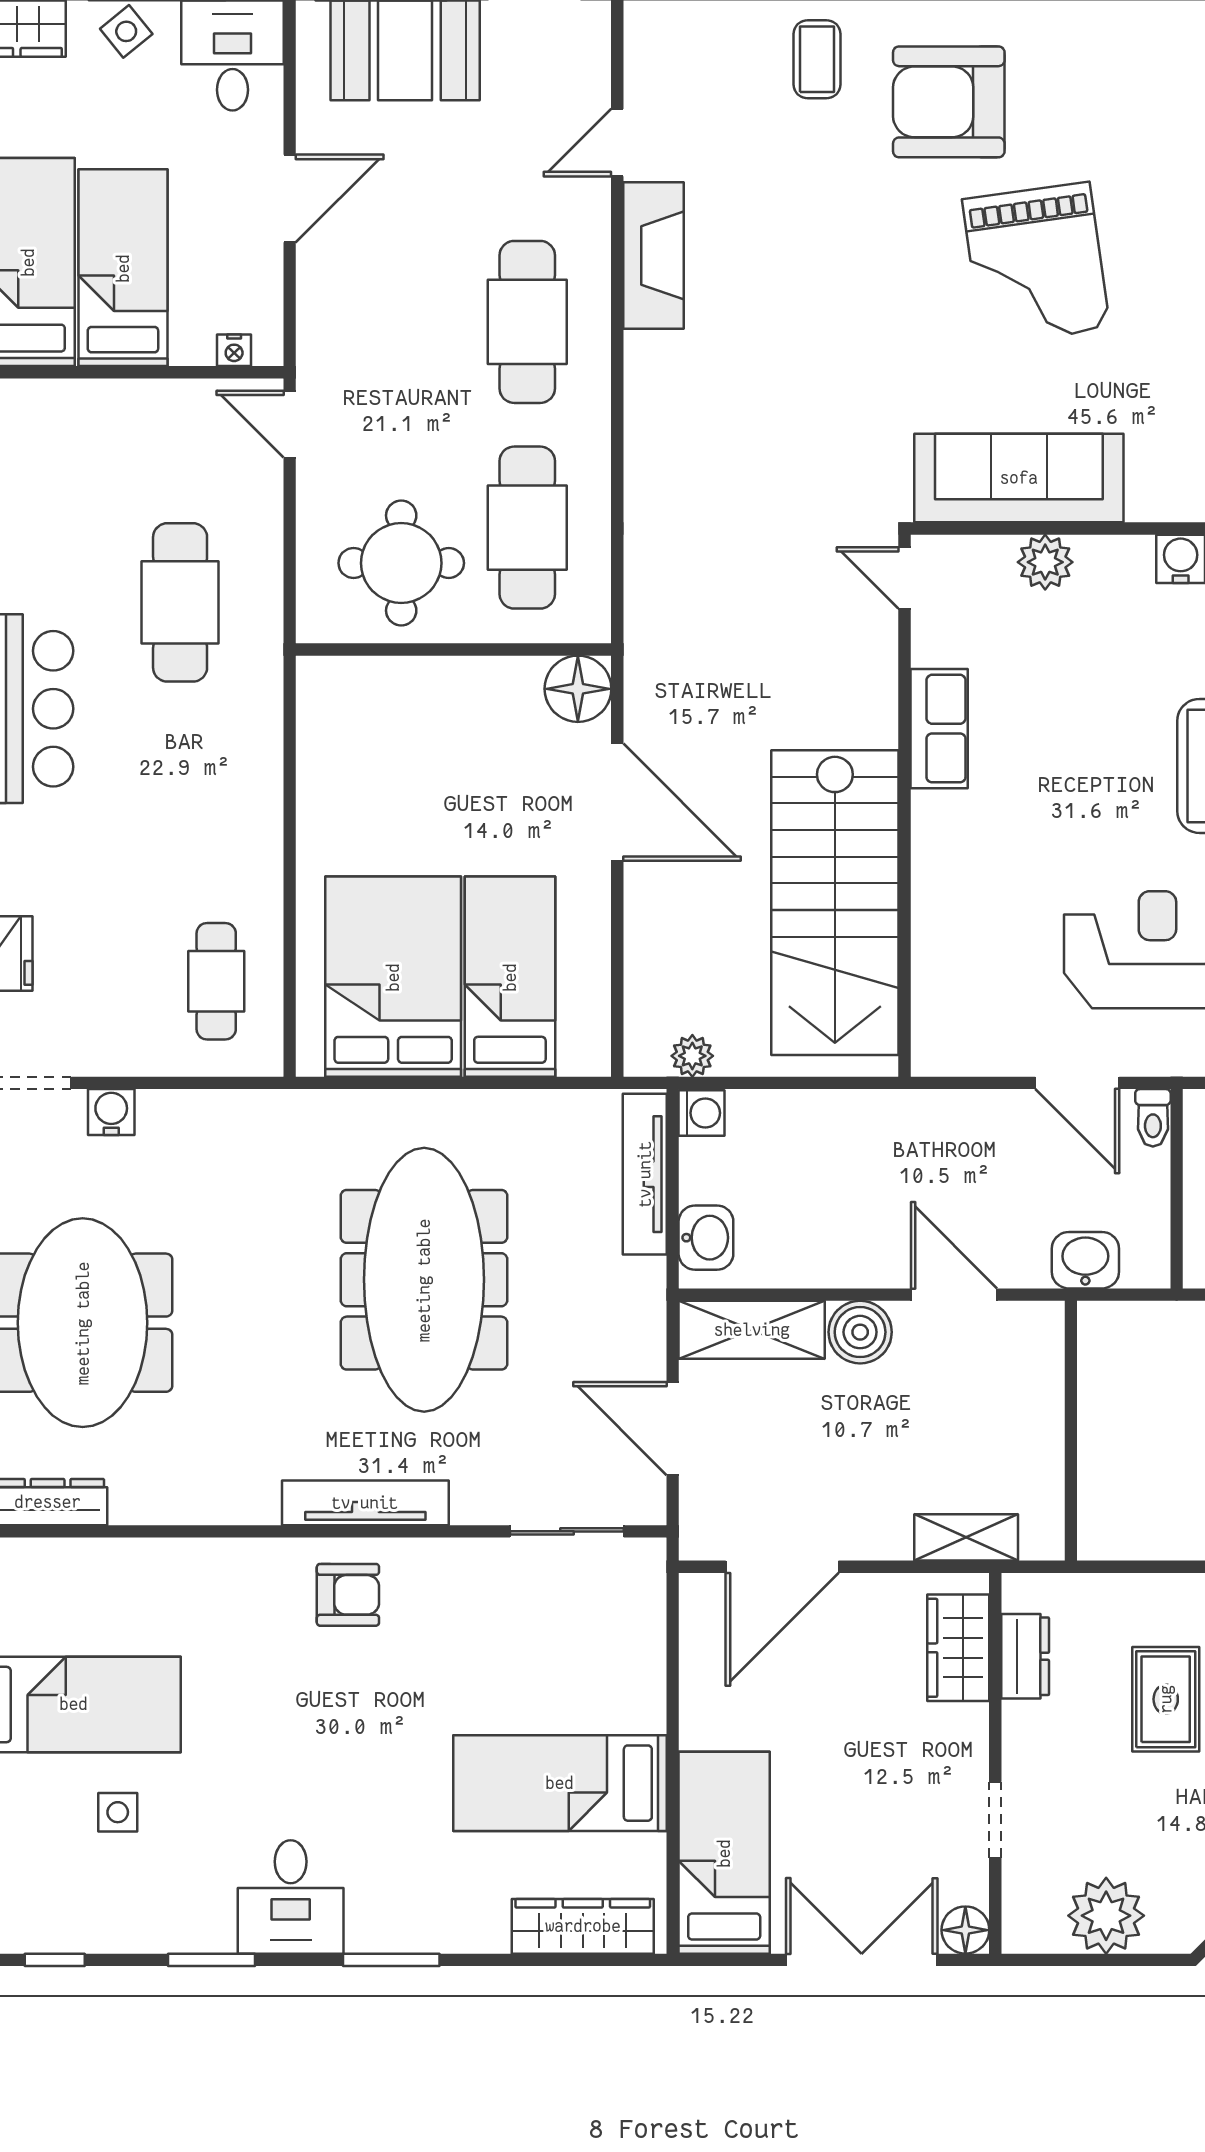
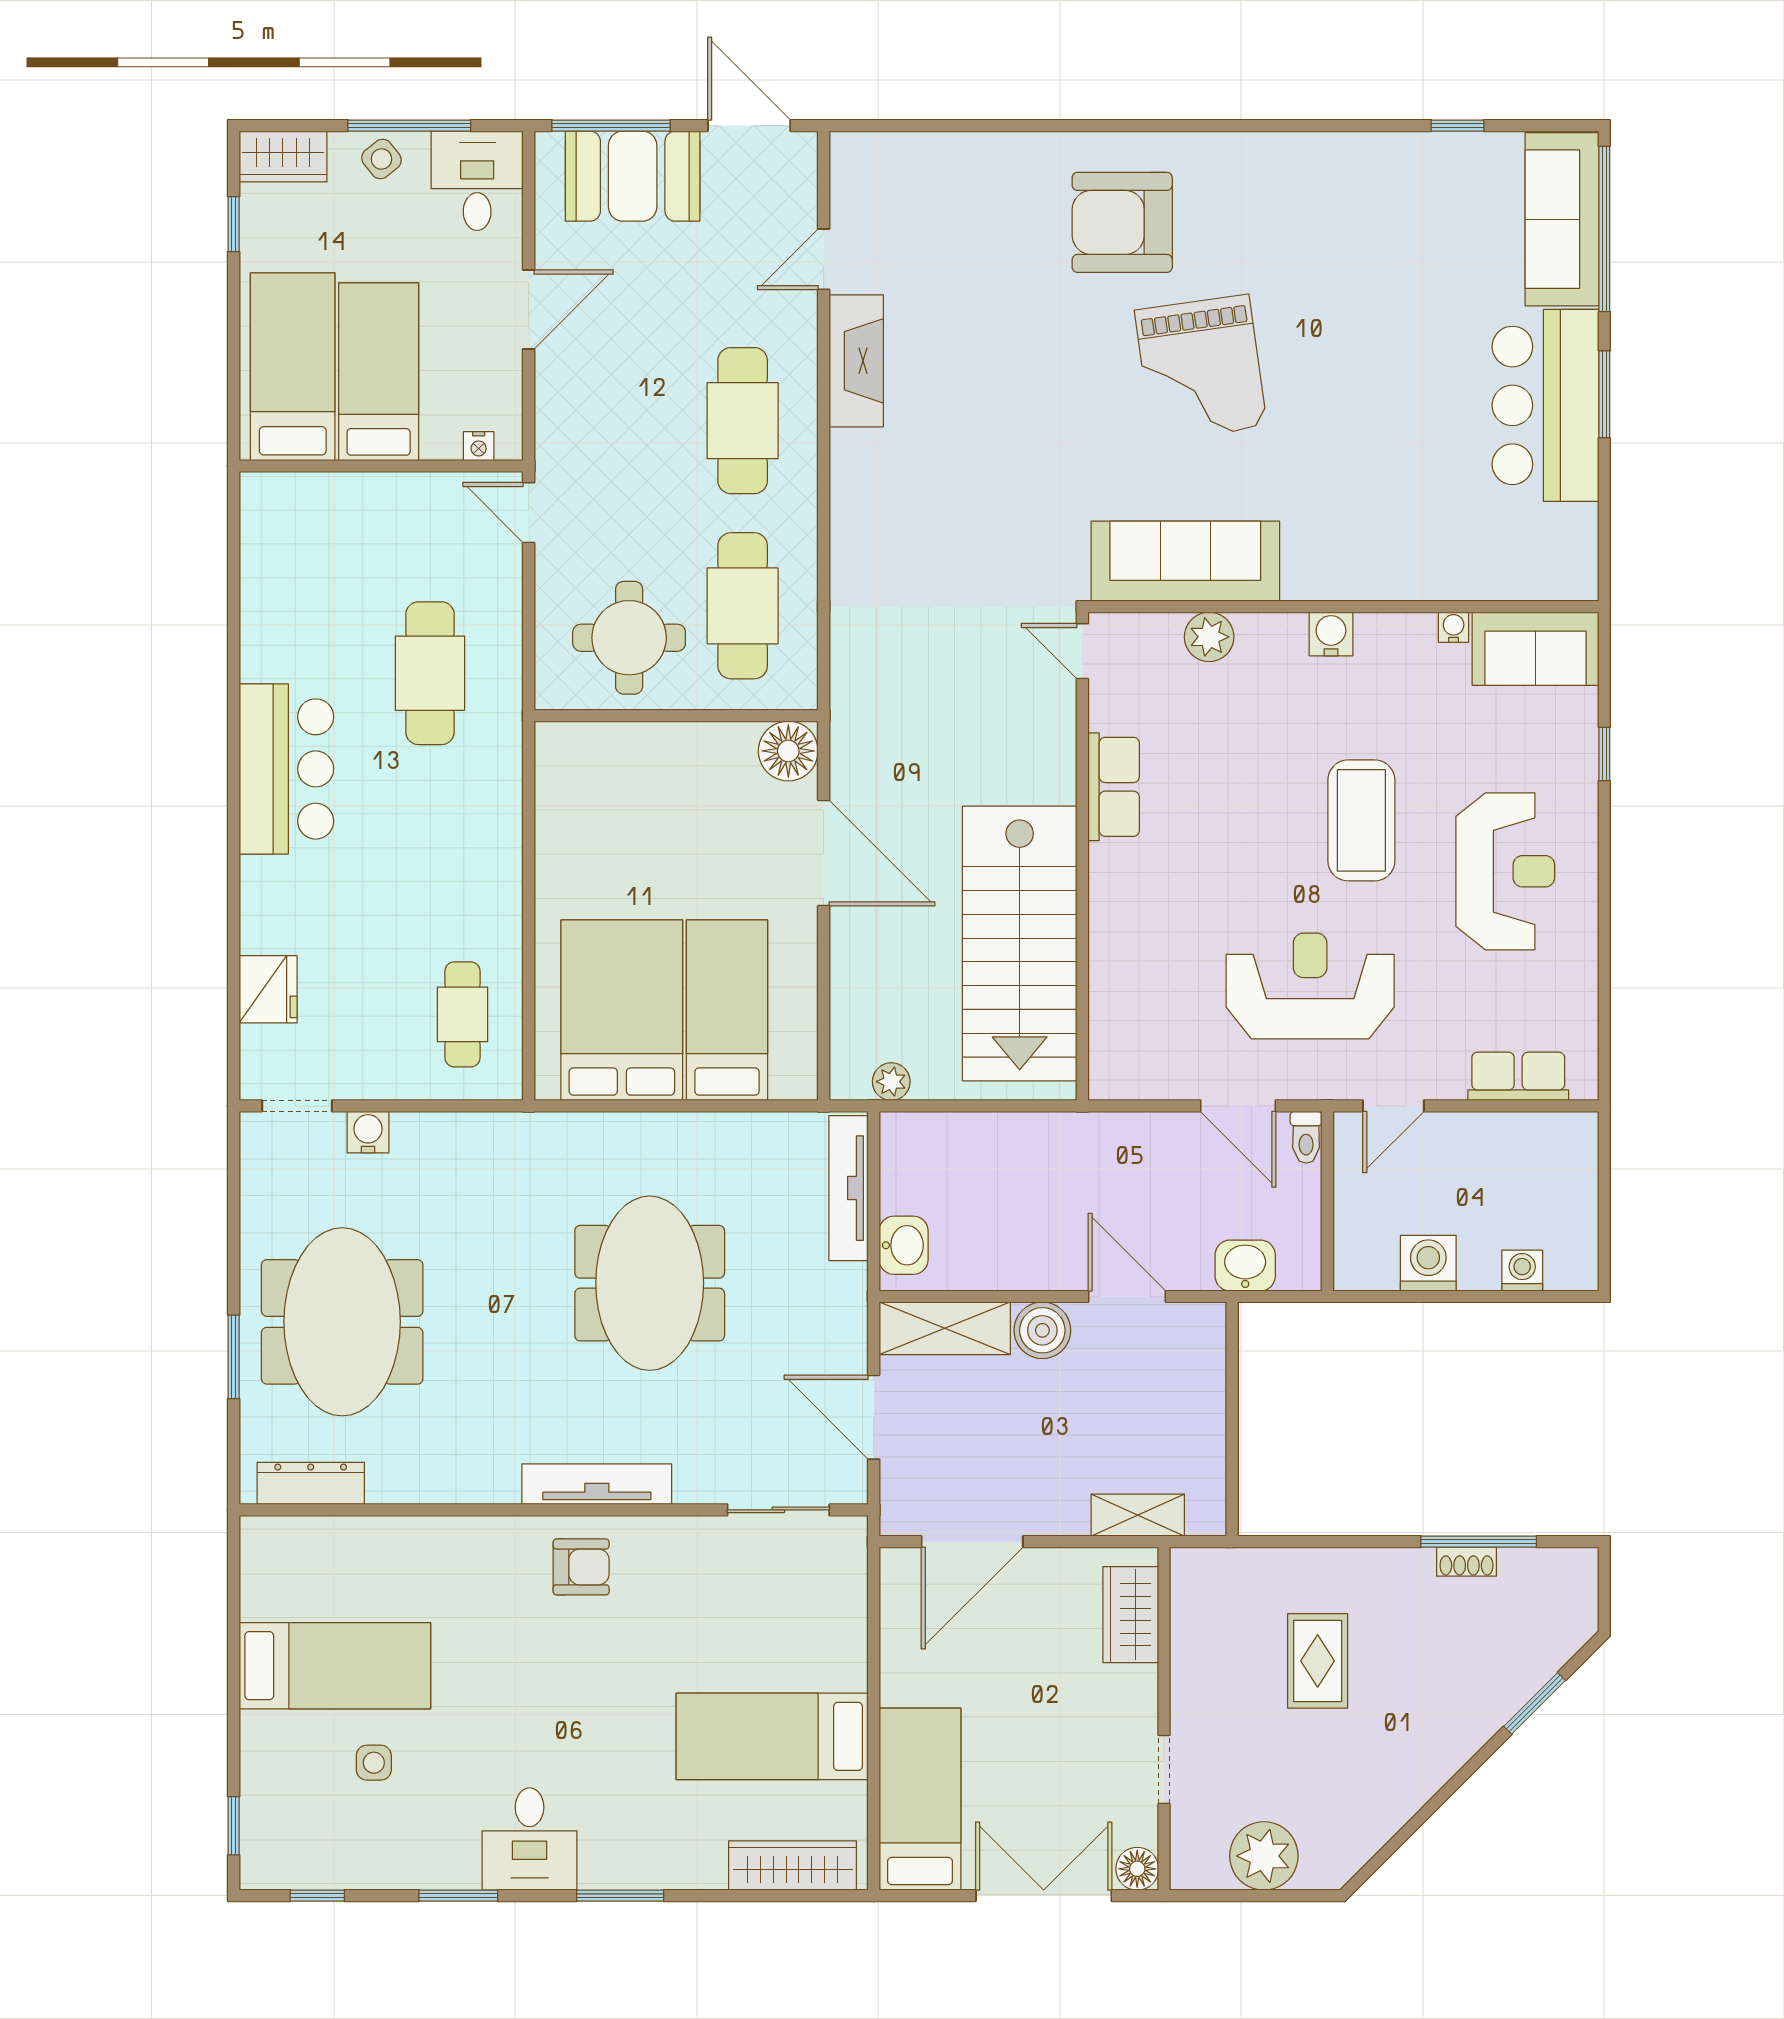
coffee table: (817, 59) -> (1004, 184), removed
washing machine: (702, 1113) -> (900, 1133), removed
meeting table: (424, 1280) -> (650, 1283), width x0.73
dresser: (1025, 1656) -> (1191, 1622), removed

